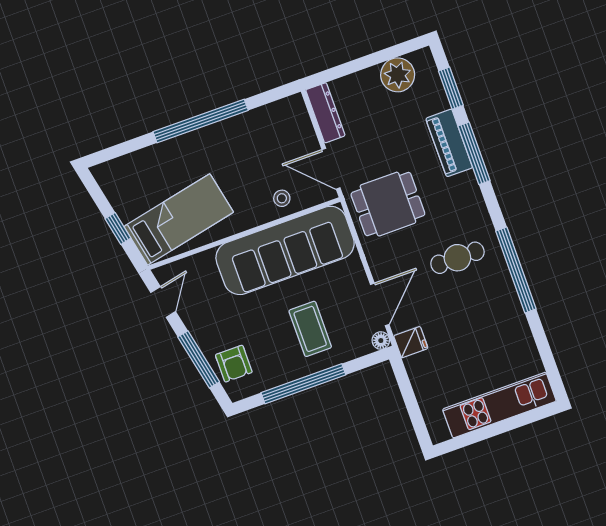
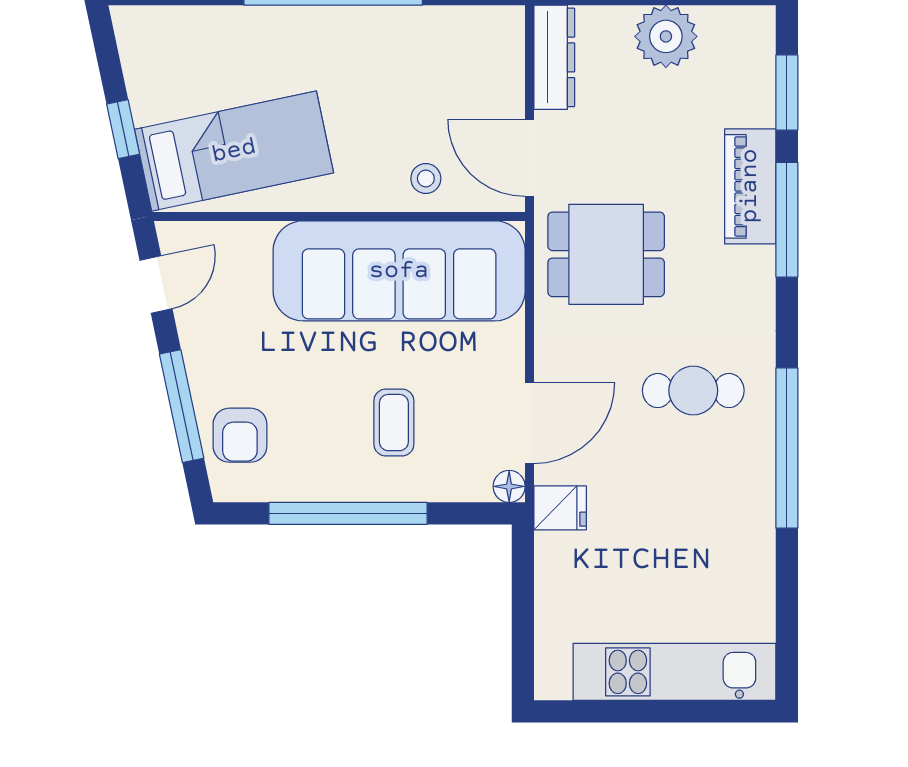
plant: (398, 75) -> (666, 36), moved
coffee table: (310, 329) -> (394, 423), width x0.73, depth x0.77

